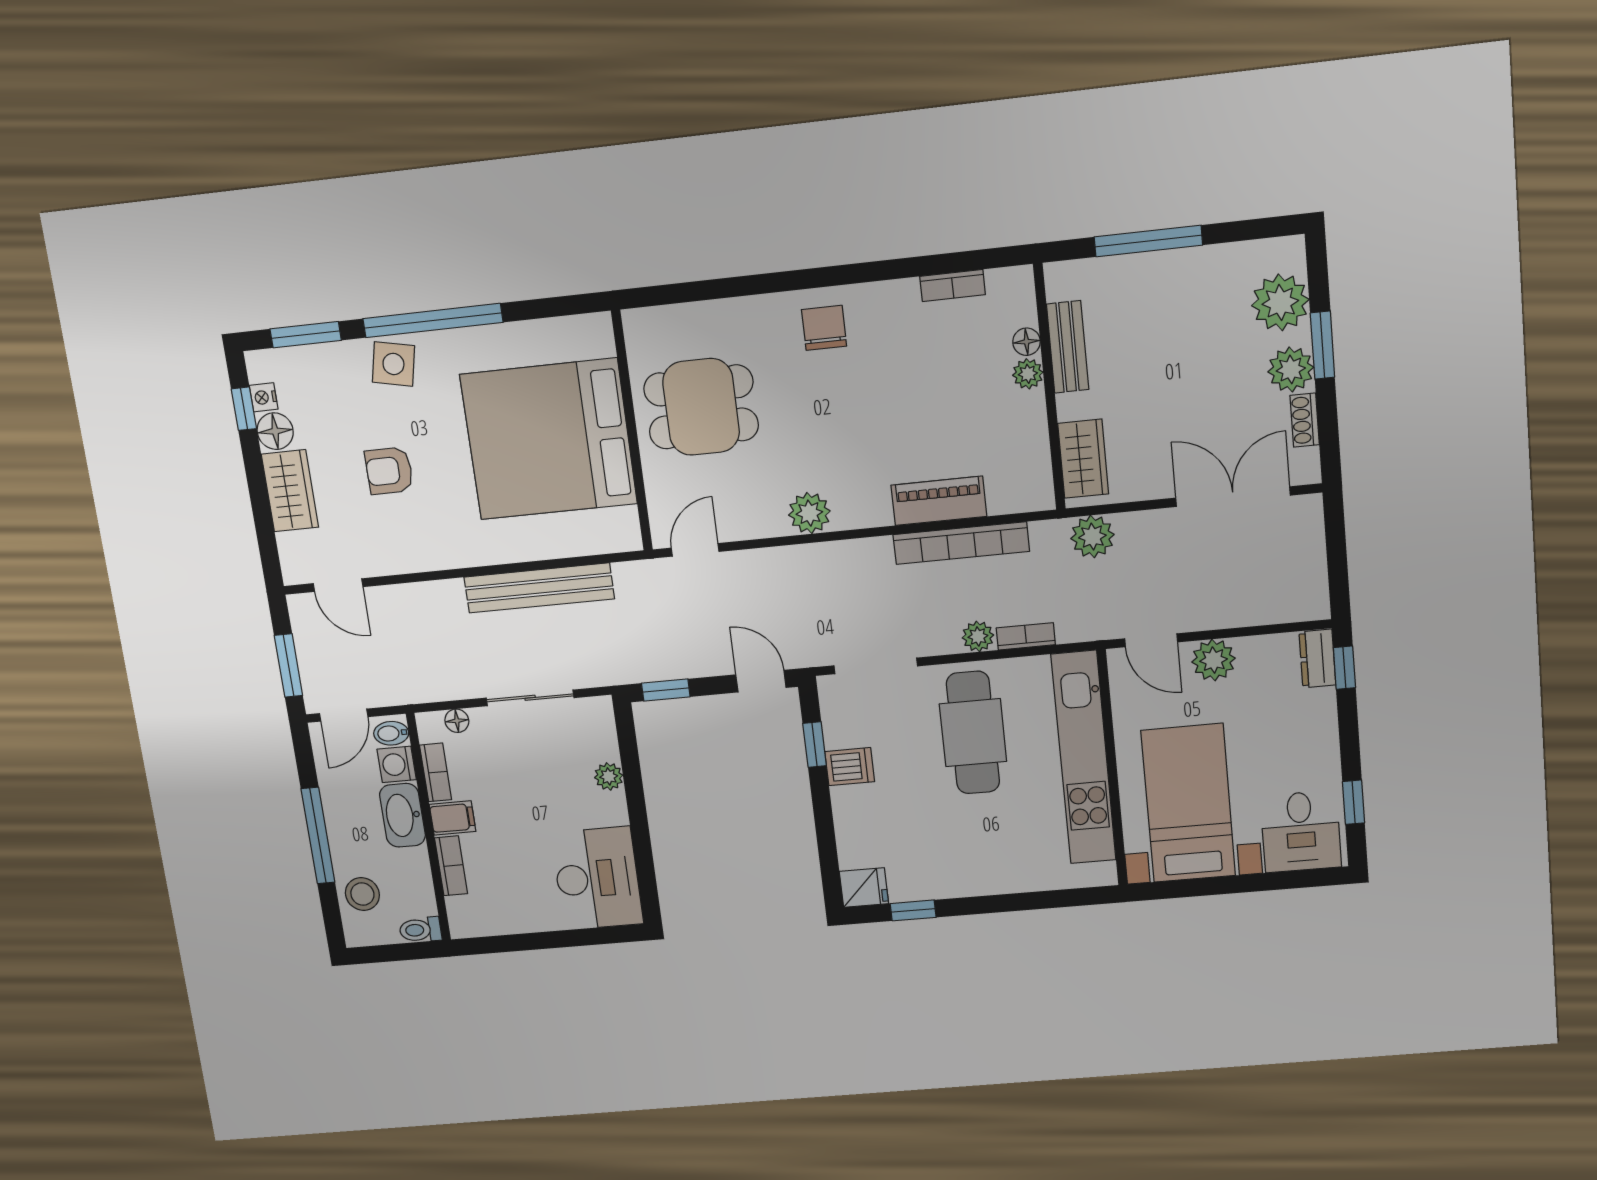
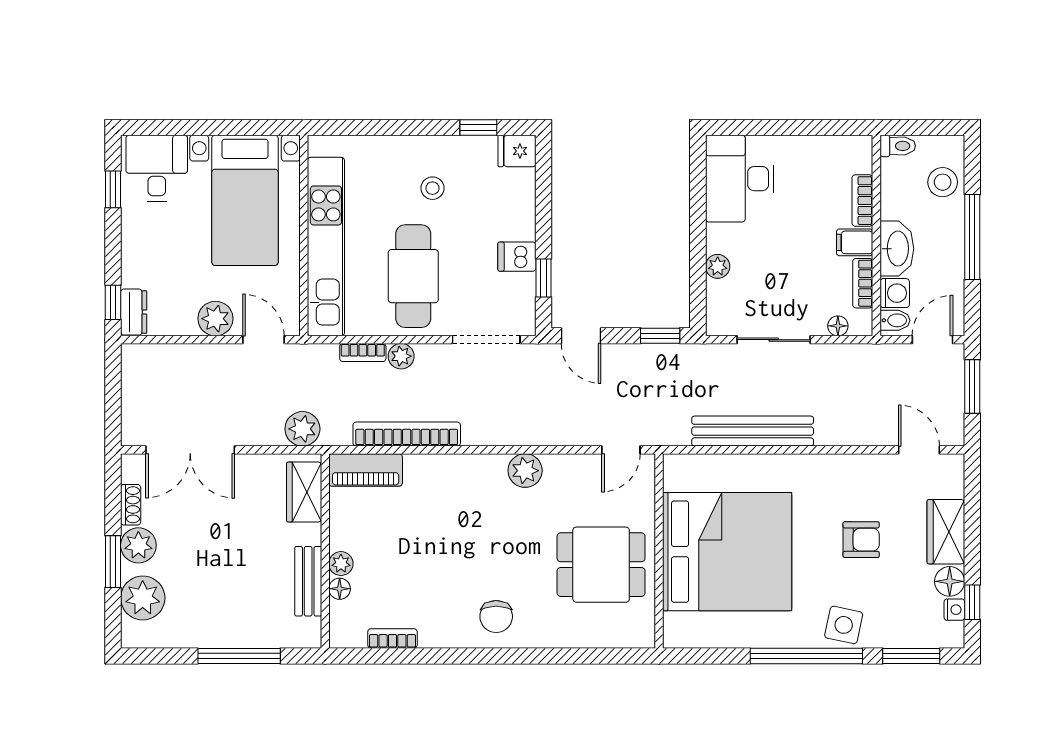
piano: (939, 501) -> (366, 470), moved
stool: (961, 837) -> (432, 188), added

